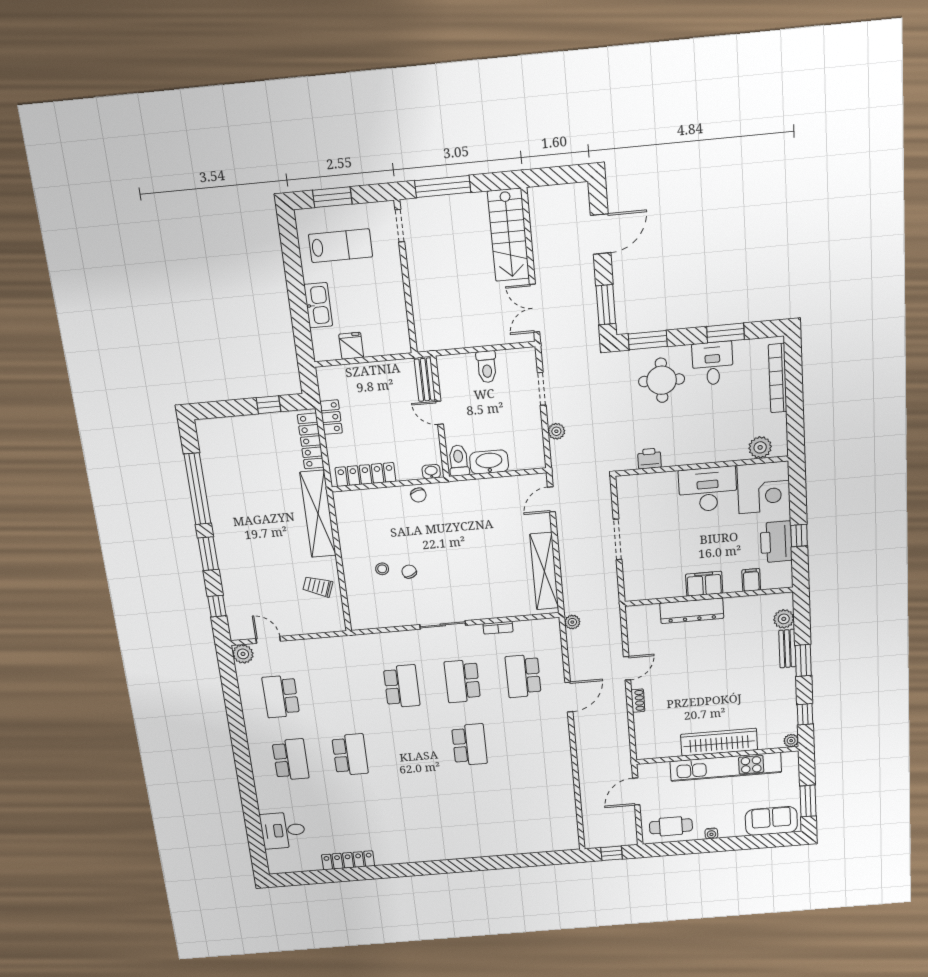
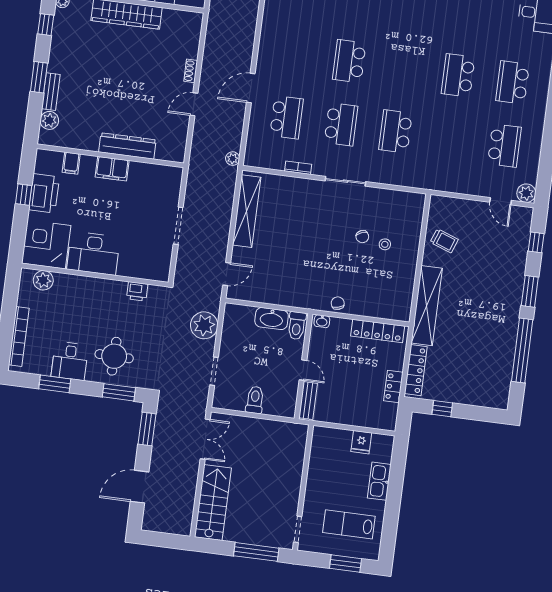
plant: (556, 431) -> (204, 325), width x1.88, depth x1.88

